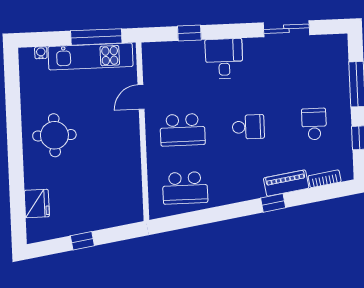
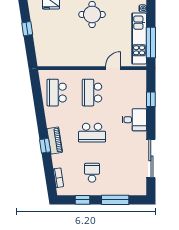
sliding door: (286, 29) -> (151, 158), width x1.37
door: (141, 97) -> (113, 68), hinge flipped
school desk: (314, 124) -> (92, 173), turned -90
school desk: (248, 127) -> (92, 133), width x1.85
piano: (286, 183) -> (55, 141), moved

